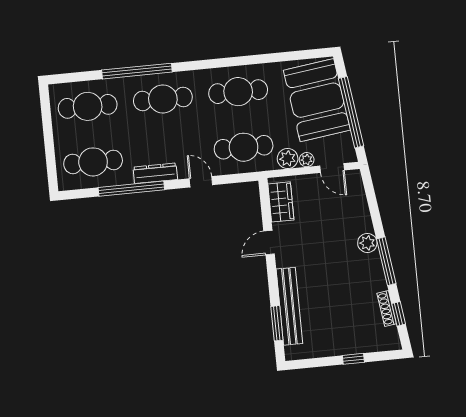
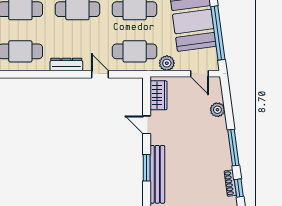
plant: (307, 160) -> (181, 65), removed
window: (131, 189) -> (47, 74), removed
door: (269, 243) -> (147, 125), hinge flipped
plant: (367, 243) -> (217, 110), moved
window: (277, 323) -> (147, 168), moved

